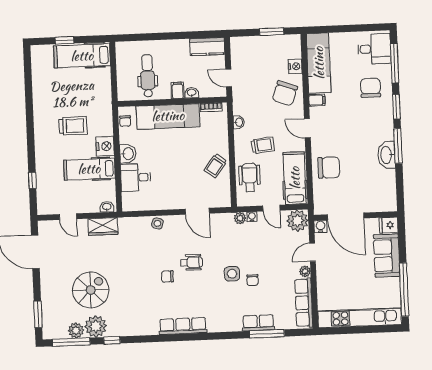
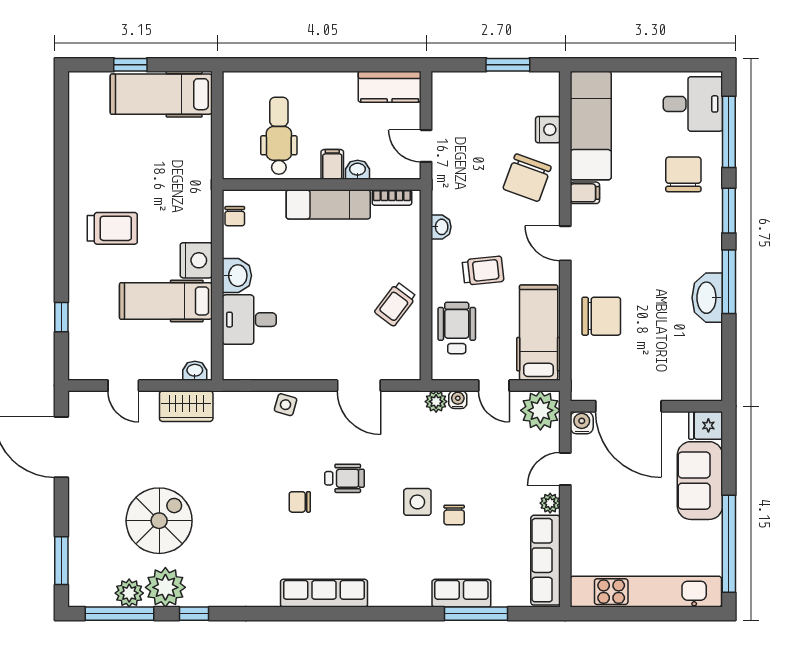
exam couch: (168, 116) -> (328, 204), width x0.73, depth x0.69
trolley: (73, 126) -> (112, 228), moved

